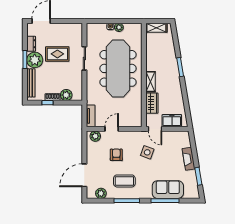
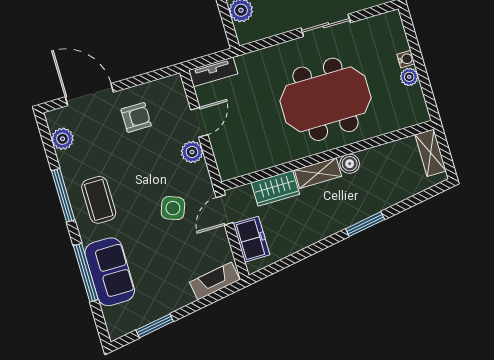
boiler: (151, 66) -> (350, 164), added
meeting table: (118, 68) -> (325, 99), width x0.73
door: (112, 129) -> (199, 122), hinge flipped
plant: (95, 136) -> (192, 152), moved
armchair: (116, 155) -> (136, 117), moved
fireplace: (189, 159) -> (215, 281), moved
coffee table: (124, 181) -> (99, 200), moved

